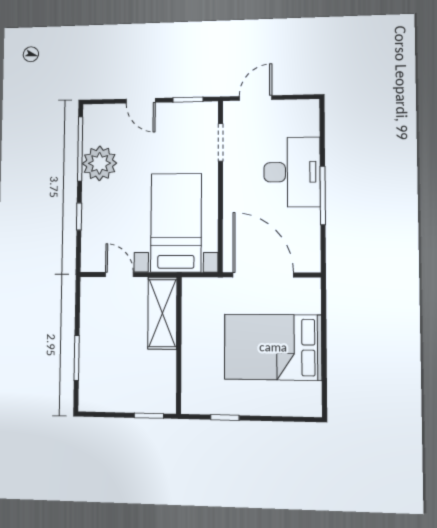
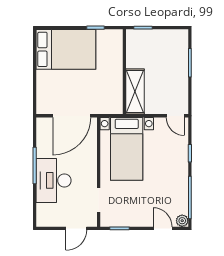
door: (141, 101) -> (163, 228), moved
plant: (100, 163) -> (182, 221), moved, width x0.53, depth x0.53
door: (119, 275) -> (175, 116), moved
door: (263, 275) -> (72, 116), hinge flipped
bed: (273, 347) -> (66, 49), moved

